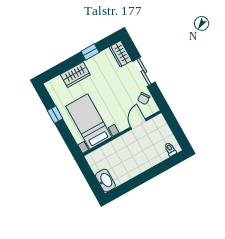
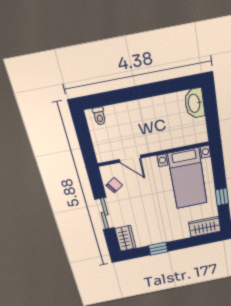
wardrobe: (75, 75) -> (205, 227), moved
door: (138, 124) -> (130, 159), hinge flipped

